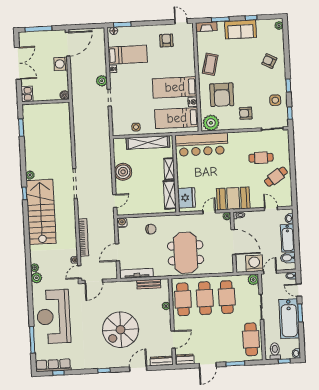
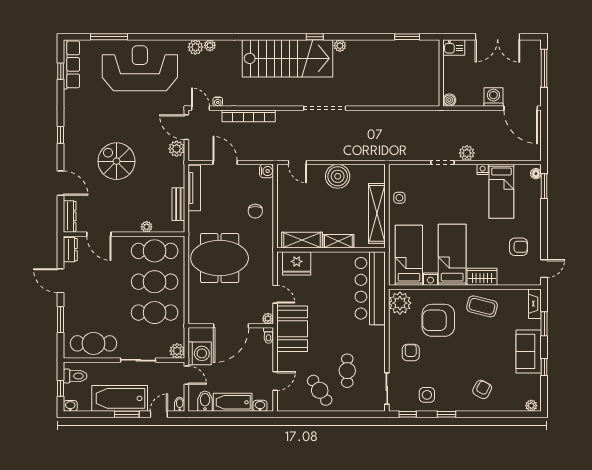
wardrobe: (189, 65) -> (482, 277), added
plant: (109, 287) -> (177, 149), added
spiral stairs: (120, 330) -> (116, 161), width x0.73, depth x0.73

